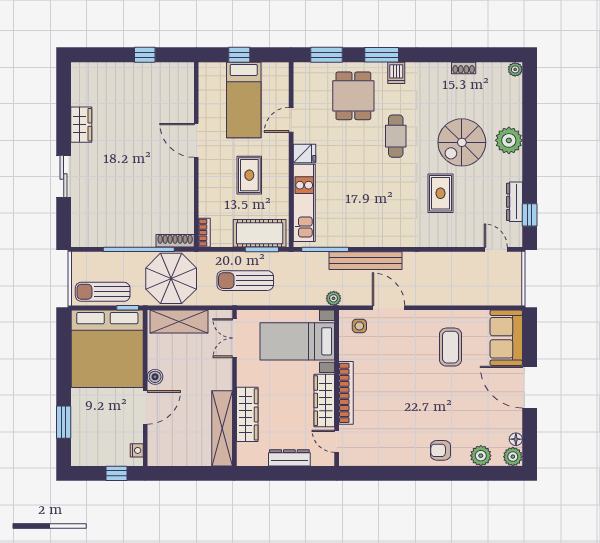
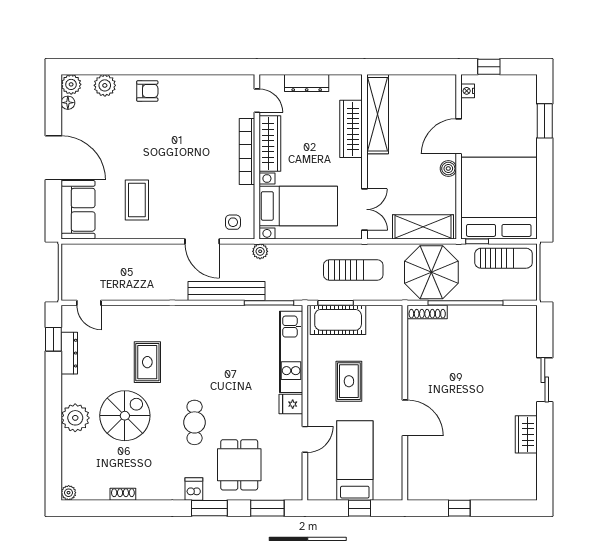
bookcase: (204, 233) -> (396, 321), removed

